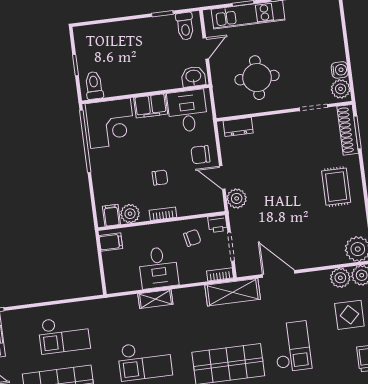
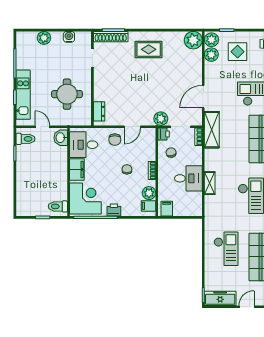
plant: (341, 89) -> (44, 38), moved
printer: (99, 166) -> (114, 210), added
plant: (237, 198) -> (161, 119), moved

